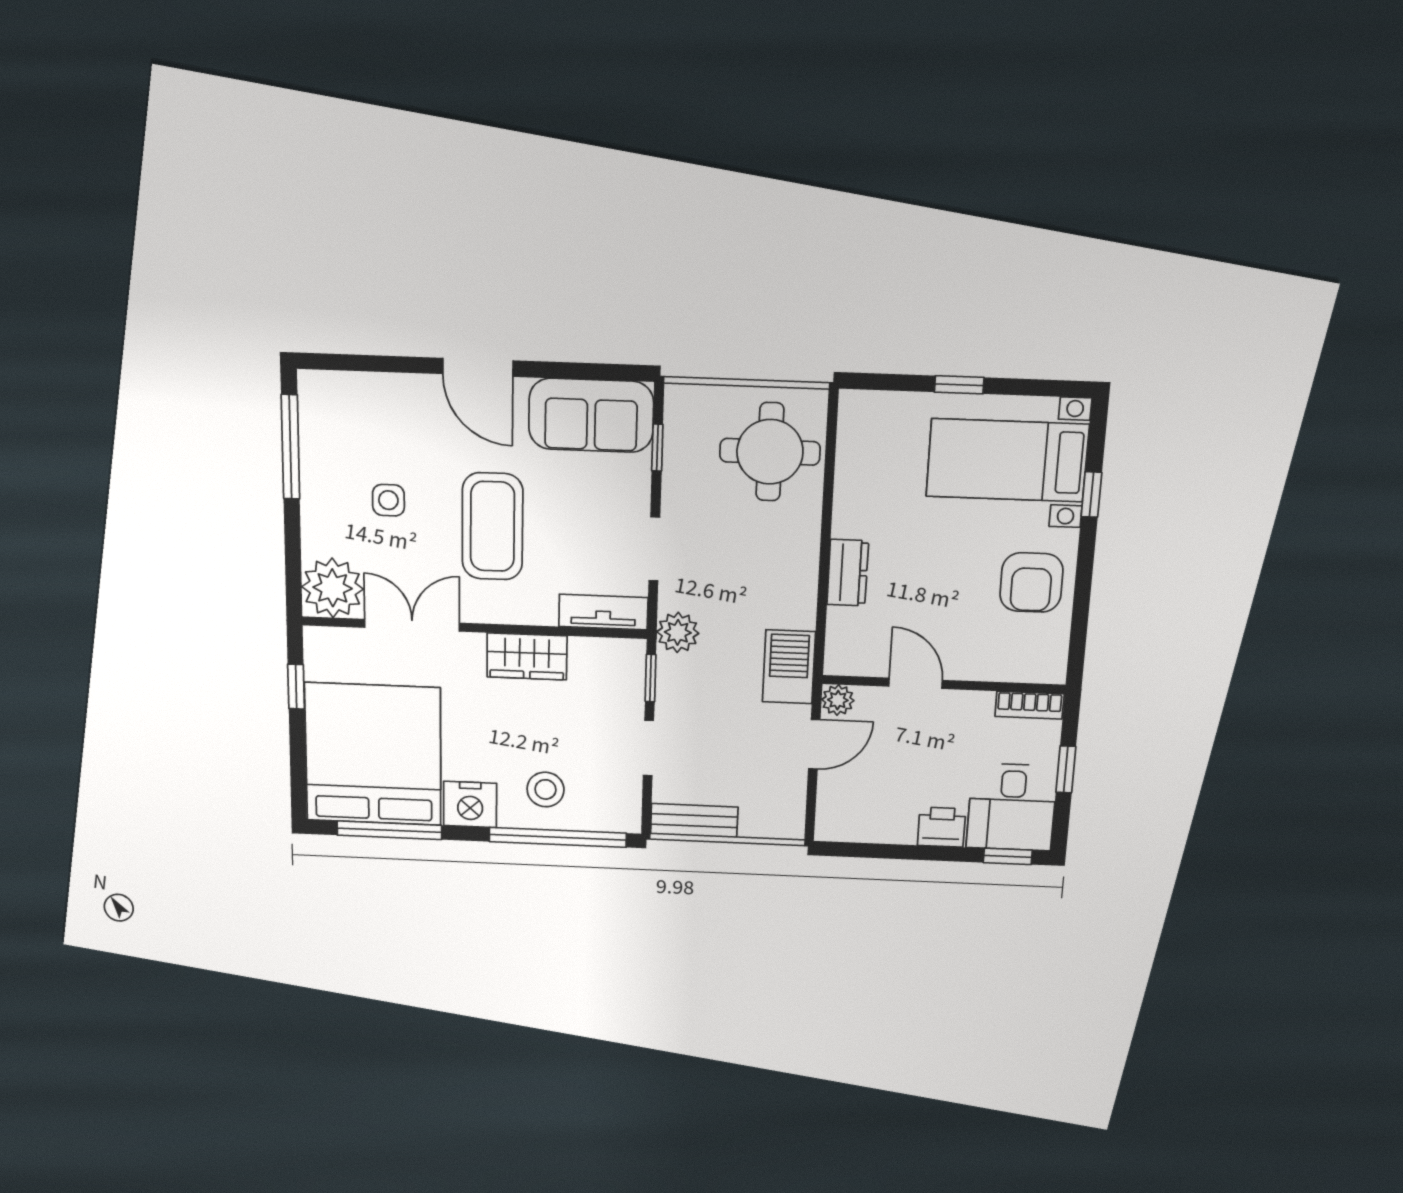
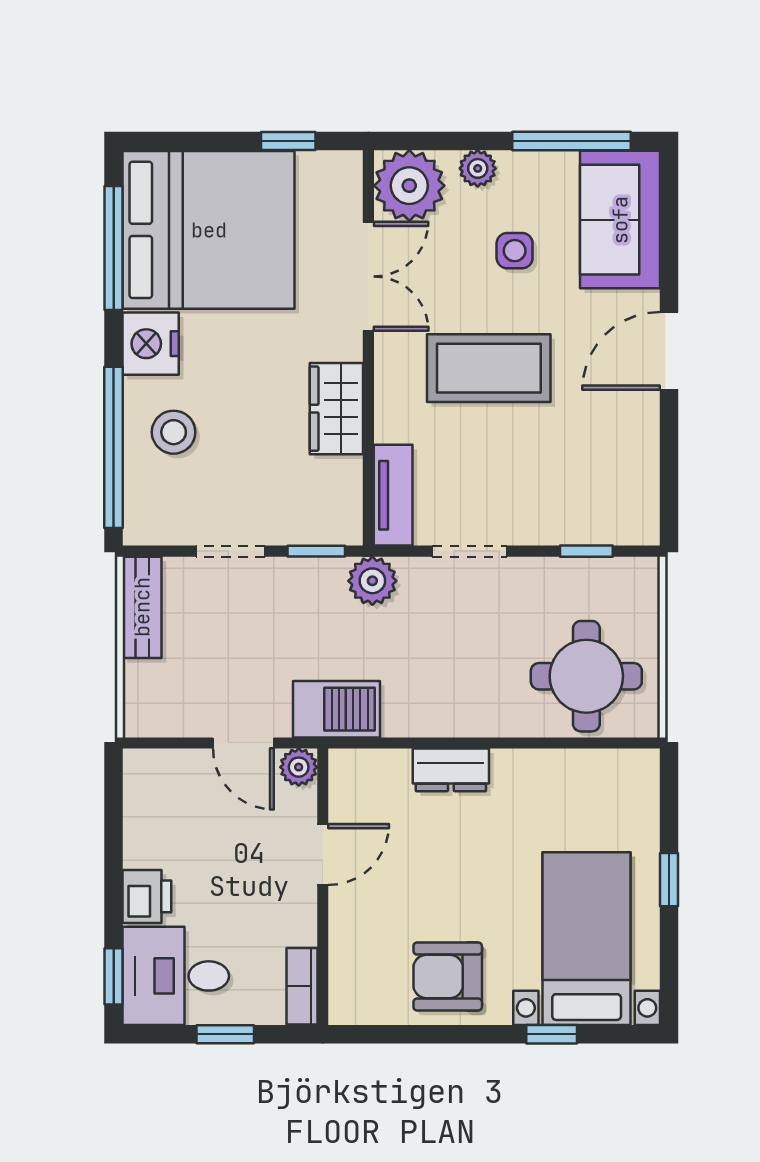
sofa: (591, 415) -> (620, 220), moved
plant: (316, 529) -> (478, 168), added

